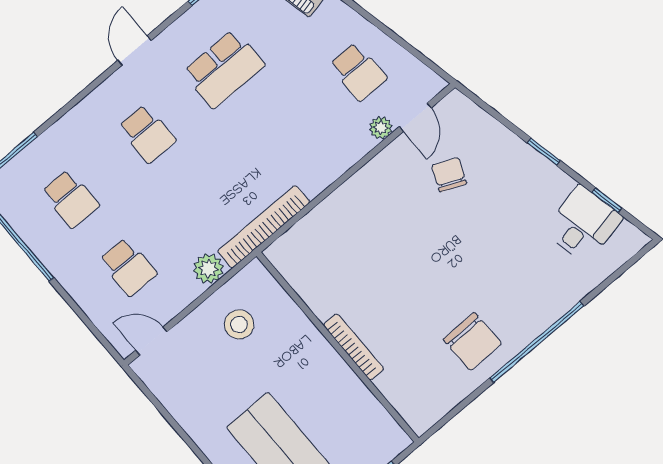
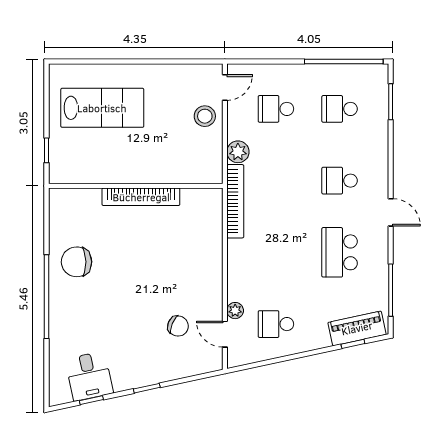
stool: (239, 324) -> (205, 116), moved
bookcase: (354, 347) -> (141, 197), width x1.48, depth x1.31

